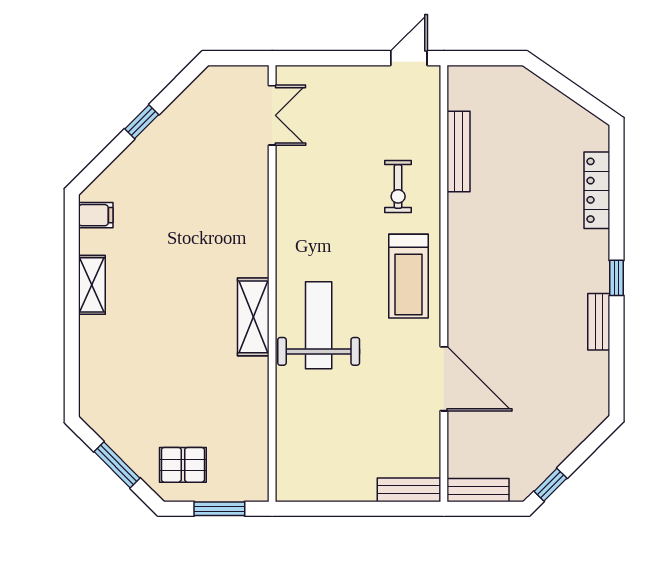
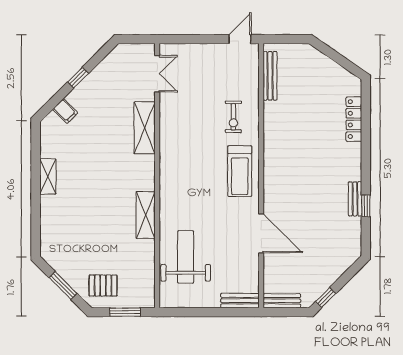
bench: (459, 152) -> (270, 76), moved
shelving: (252, 205) -> (145, 128), added
filing cabinet: (96, 215) -> (65, 111), moved, turned 45
window: (617, 278) -> (366, 206), moved
shelving: (253, 317) -> (146, 215), moved
weight bench: (319, 325) -> (186, 257), moved

